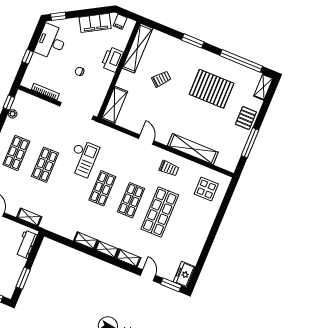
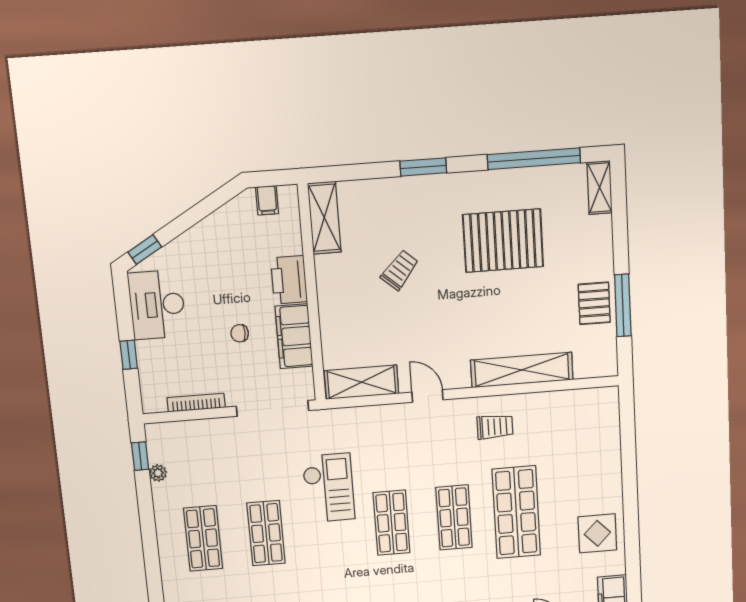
filing cabinet: (95, 23) -> (294, 336), moved, turned 120
shelving: (138, 48) -> (324, 218), width x0.68
shelving: (115, 105) -> (362, 382), moved, turned 90
pallet: (246, 118) -> (594, 303), moved
display table: (206, 189) -> (597, 533), moved

